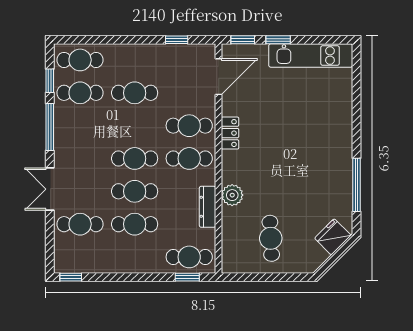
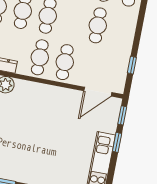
door: (219, 77) -> (98, 92), hinge flipped
locker: (230, 133) -> (53, 92), removed

